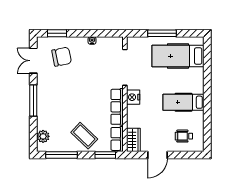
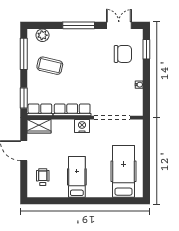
window: (162, 33) -> (146, 155), removed
chair: (62, 57) -> (123, 54), turned -79
coffee table: (84, 136) -> (50, 66), moved, turned 59

